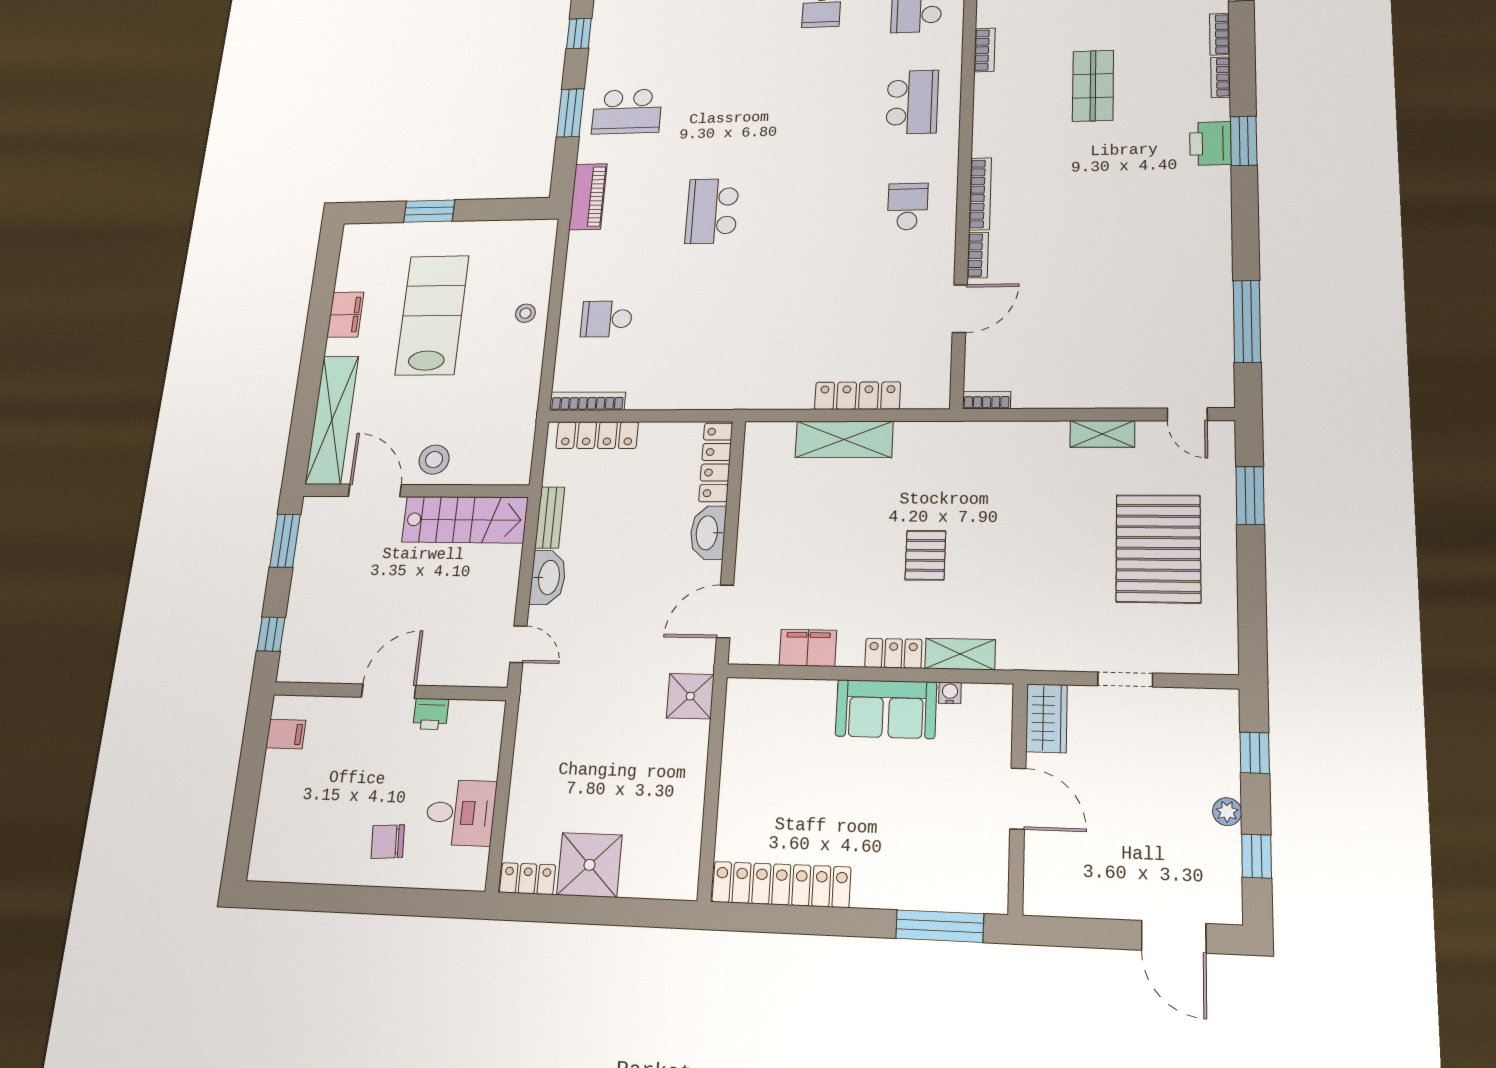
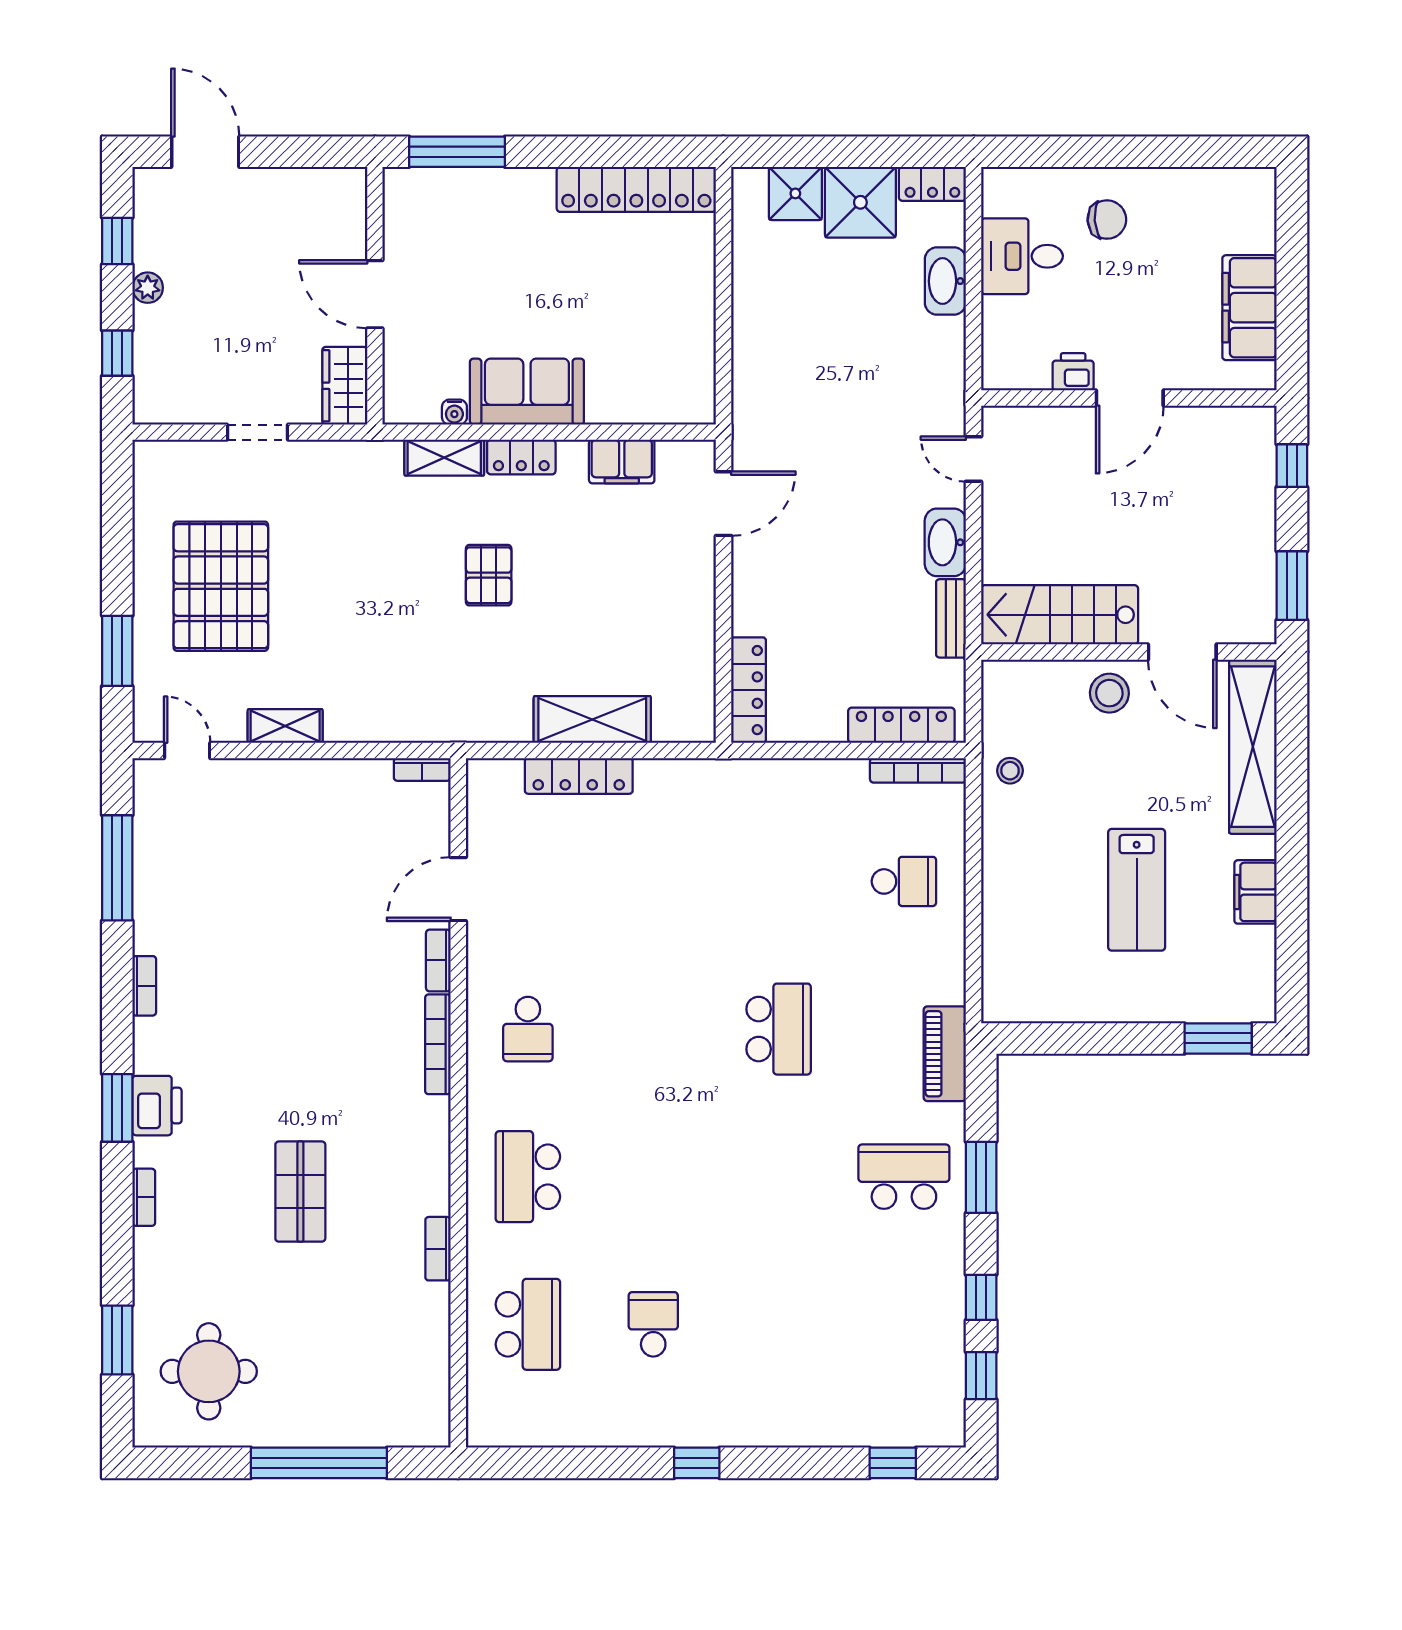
bookcase: (1220, 34) -> (144, 986), moved
window: (429, 211) -> (1218, 1038), moved
stool: (525, 313) -> (1010, 771), moved
lab bench: (432, 315) -> (1137, 890), width x0.73, depth x0.72
washbasin: (708, 533) -> (945, 281), moved, turned 180
shower: (690, 696) -> (795, 193), moved
filing cabinet: (286, 734) -> (1250, 308), width x3.00, depth x1.17

